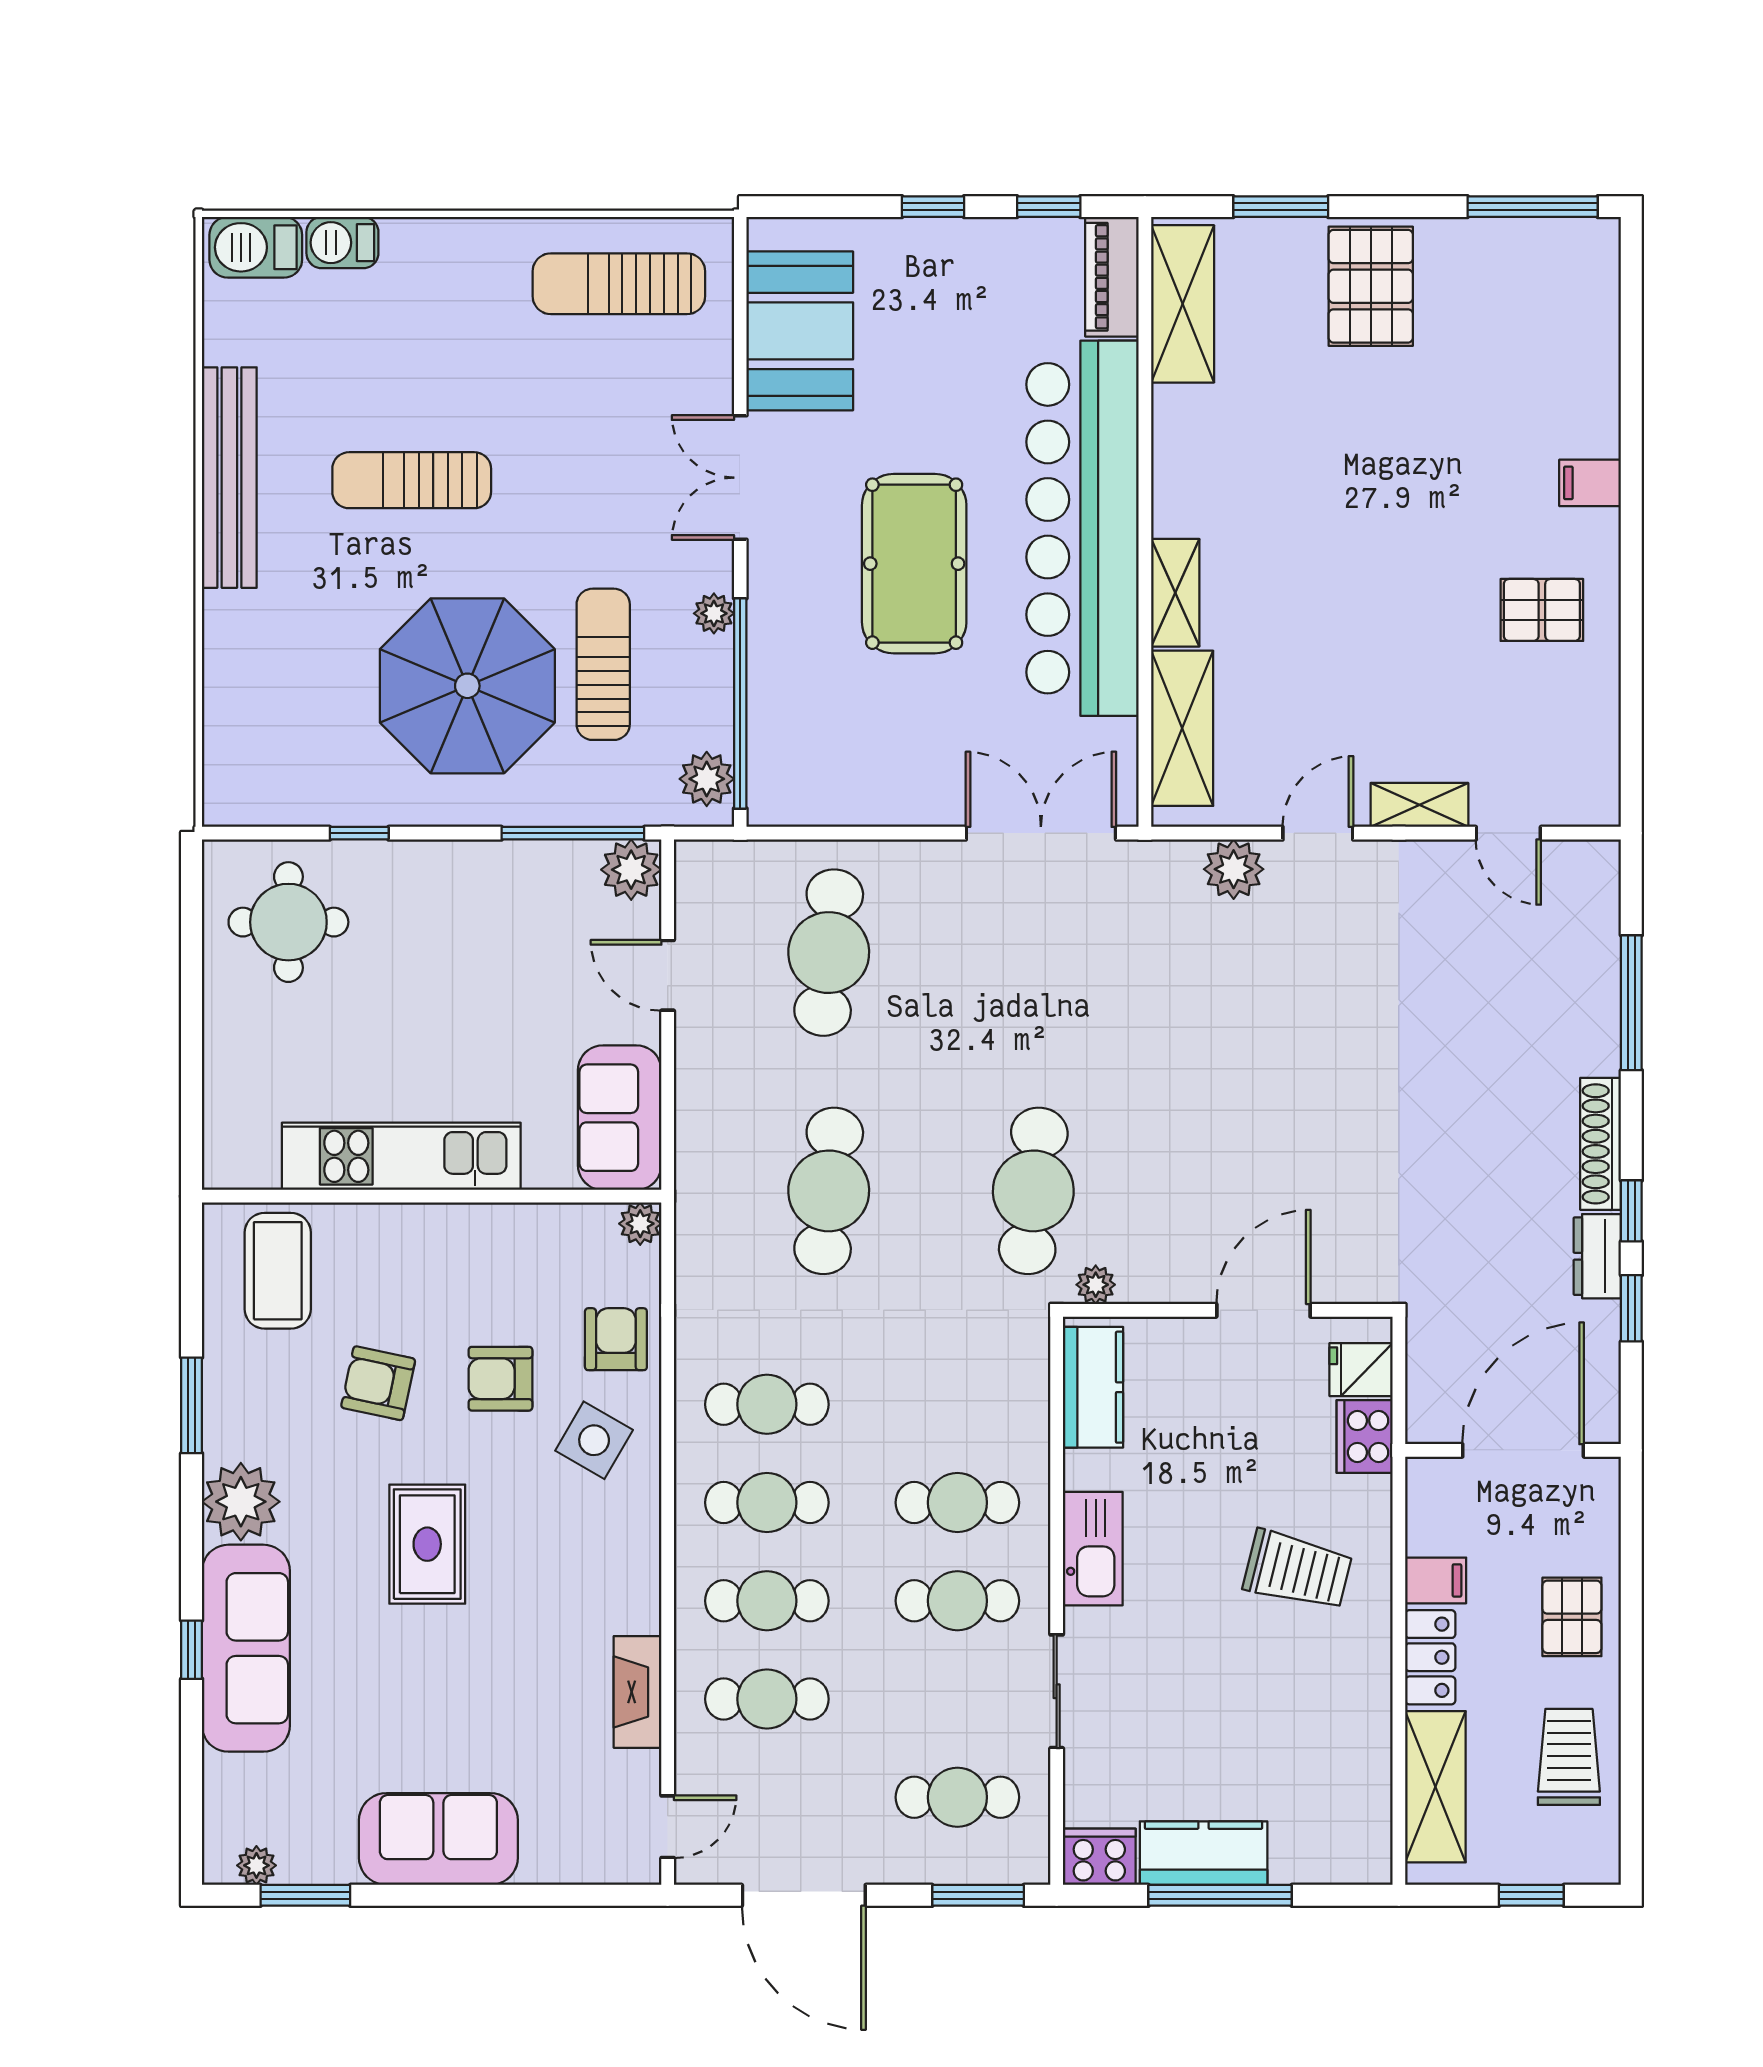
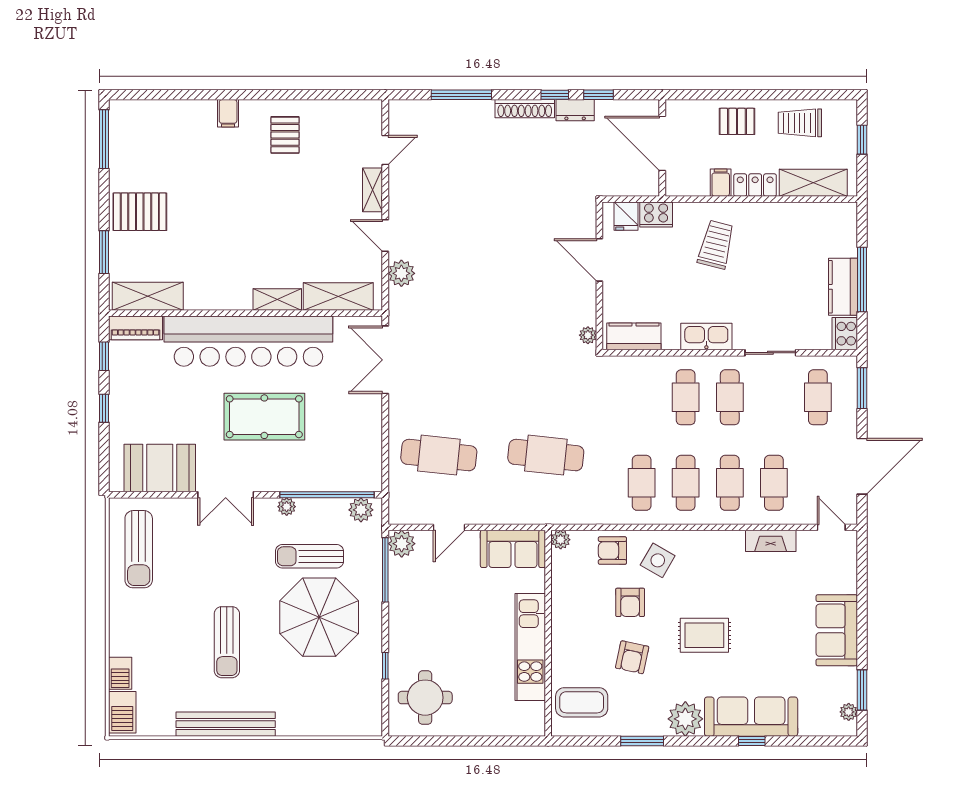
cafe table: (1033, 1191) -> (546, 363), removed

